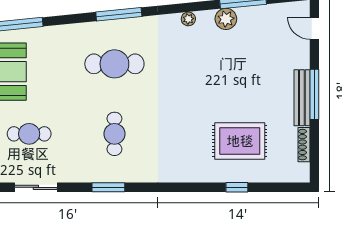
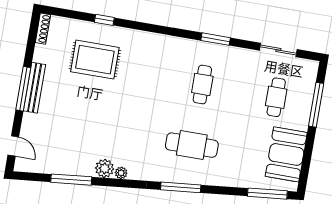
plant: (226, 19) -> (105, 168), moved
cafe table: (29, 134) -> (276, 97), turned 90
shoe rack: (304, 145) -> (43, 29), moved

